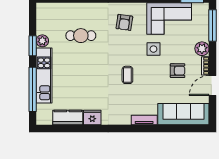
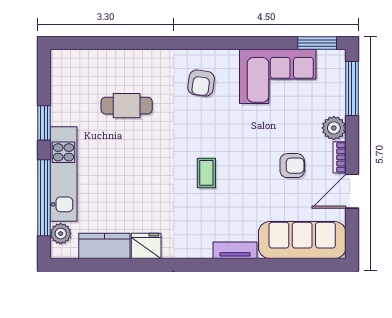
plant: (42, 41) -> (61, 234), moved
side table: (153, 49) -> (251, 129), removed

